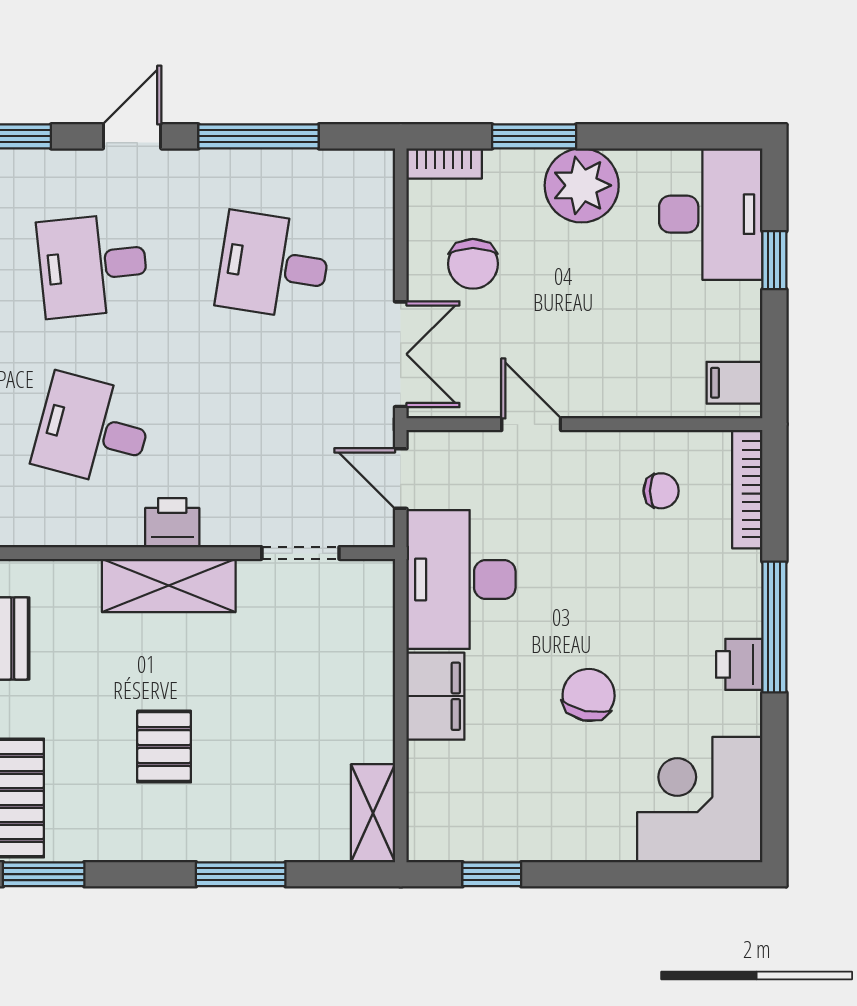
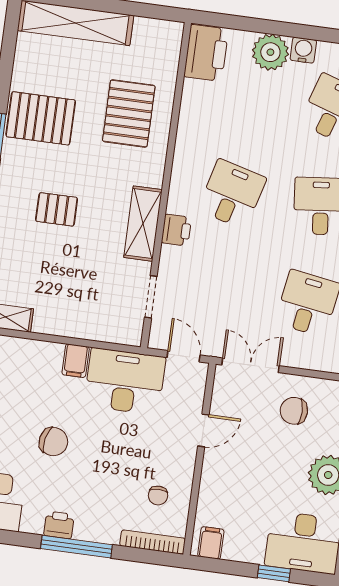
double door: (401, 354) -> (250, 365), swing flipped
door: (401, 479) -> (184, 356), hinge flipped
filing cabinet: (435, 696) -> (76, 361), width x0.50

